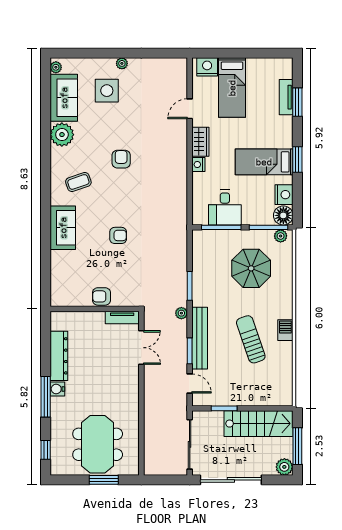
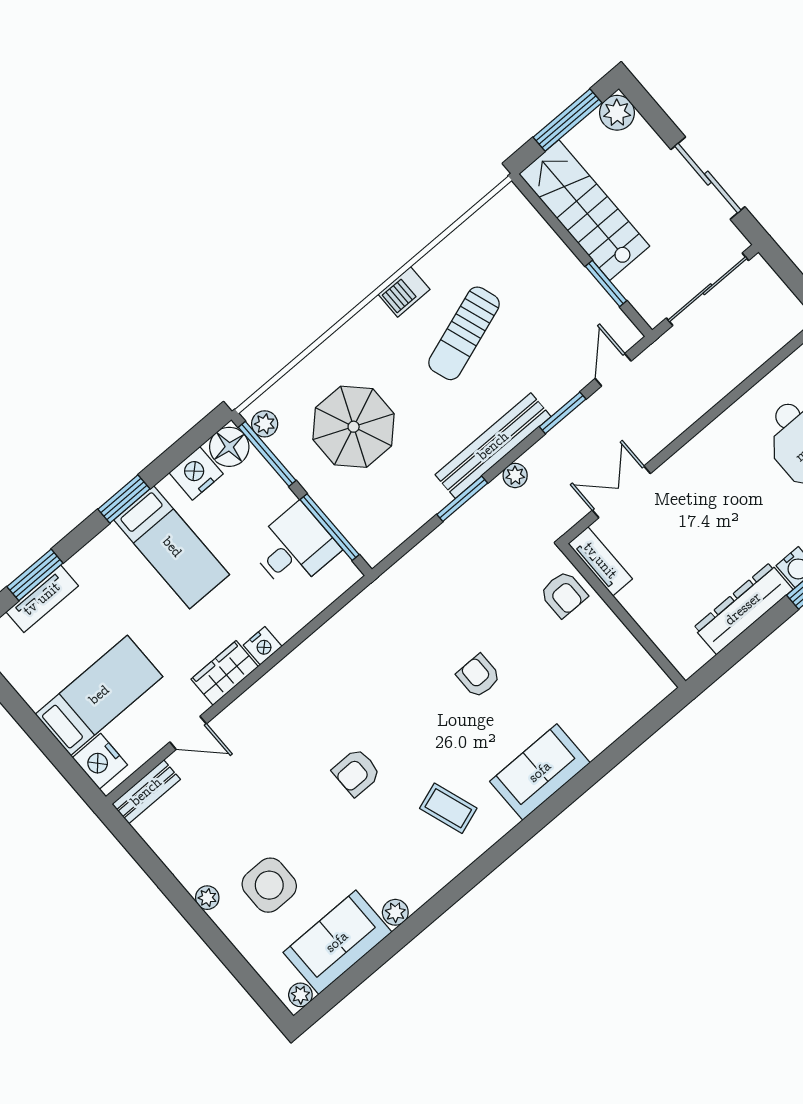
bench: (181, 74) -> (146, 792), added
plant: (62, 135) -> (395, 912), width x0.53, depth x0.53
armchair: (101, 296) -> (564, 594), moved
bench: (200, 338) -> (493, 446), moved
sliding door: (231, 480) -> (708, 178), width x0.73

